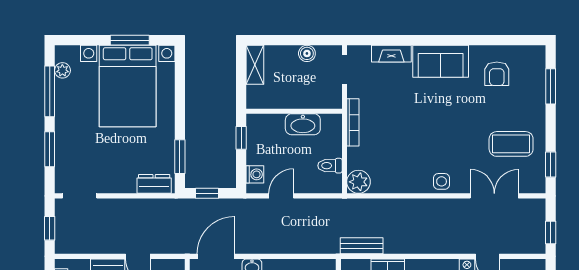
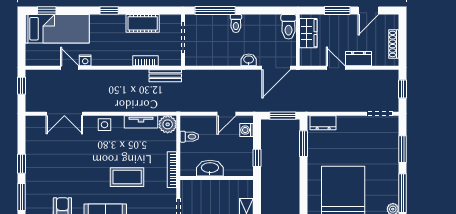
coffee table: (511, 144) -> (127, 177), moved
window: (551, 164) -> (22, 164), moved
tv unit: (394, 185) -> (141, 122), added
window: (207, 193) -> (283, 116), width x1.50

